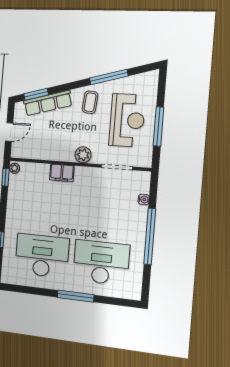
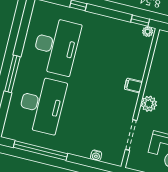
filing cabinet: (62, 173) -> (133, 85), width x0.50
window: (150, 236) -> (41, 151), moved

